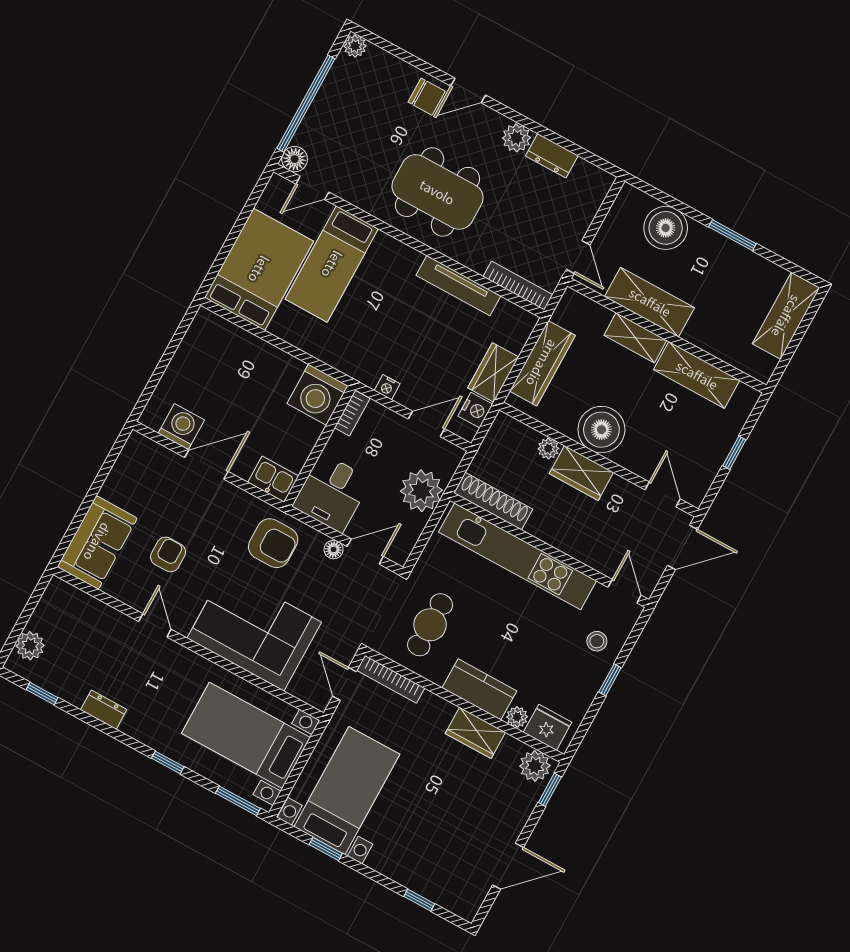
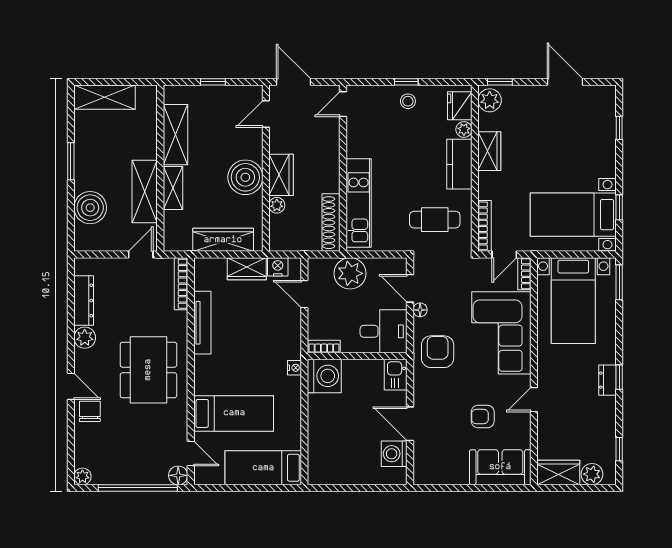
dresser: (552, 156) -> (84, 300), width x1.44
bed: (259, 269) -> (263, 468), width x0.67
nightstand: (387, 387) -> (294, 368), moved
kitchen unit: (518, 556) -> (359, 203), width x0.73
wardrobe: (54, 607) -> (558, 473), added
stool: (597, 641) -> (408, 101), moved
bookcase: (309, 695) -> (524, 274), added
dresser: (104, 710) -> (608, 380), moved
window: (168, 762) -> (619, 377), moved

